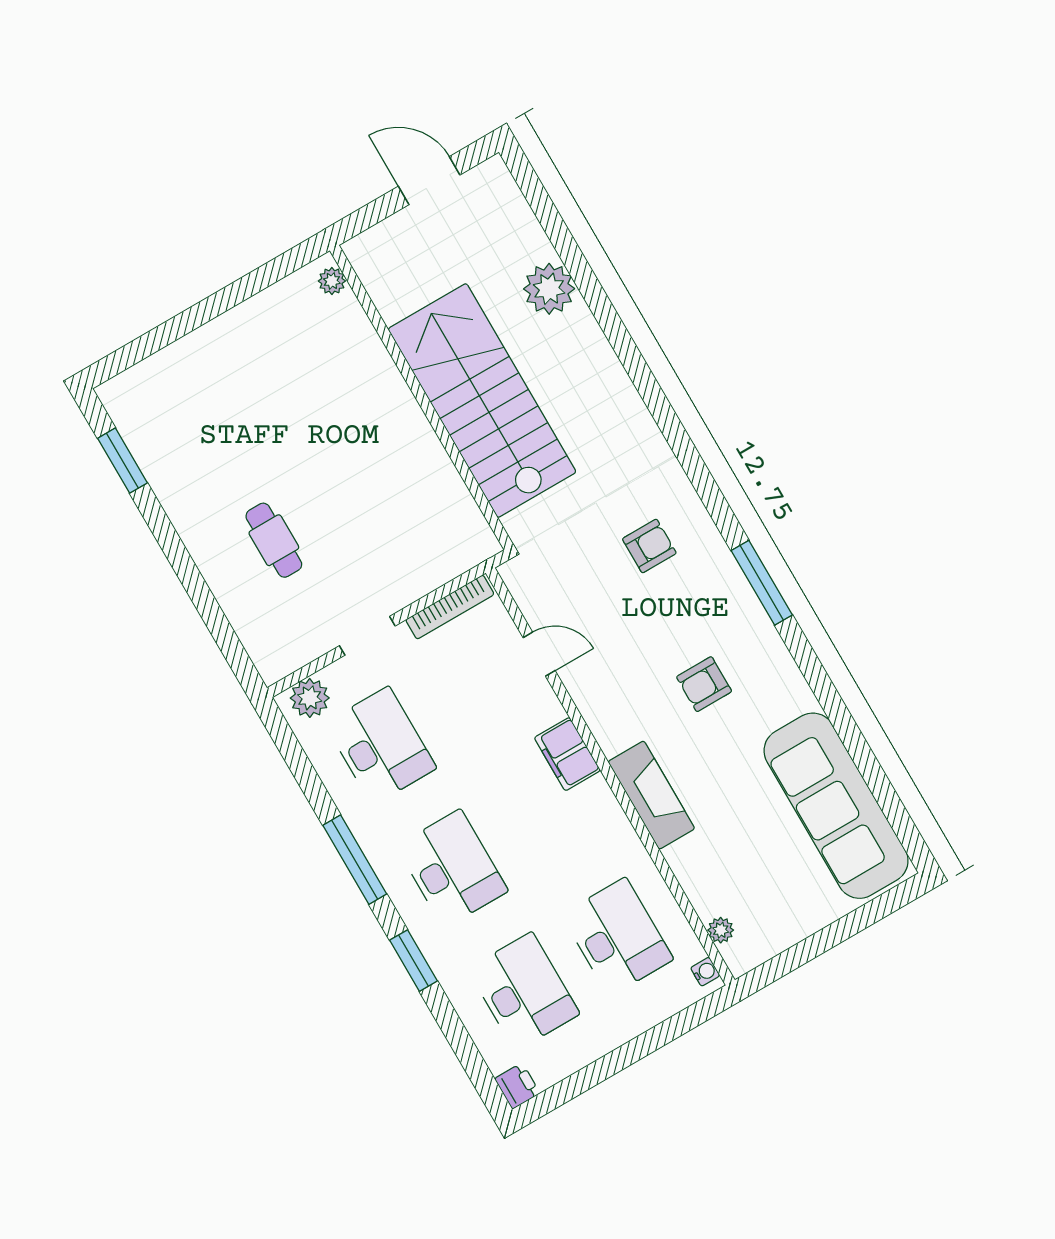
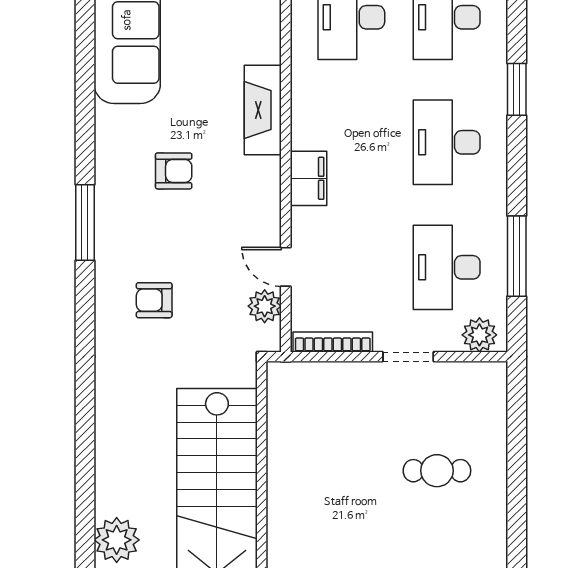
cafe table: (274, 540) -> (437, 471), turned 90
plant: (537, 603) -> (265, 306), added
window: (355, 860) -> (517, 256), moved

